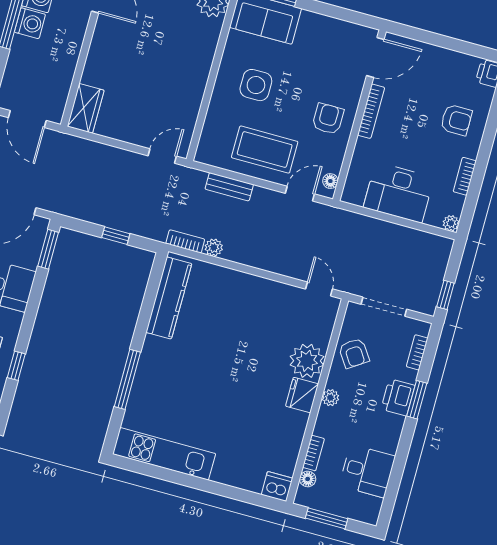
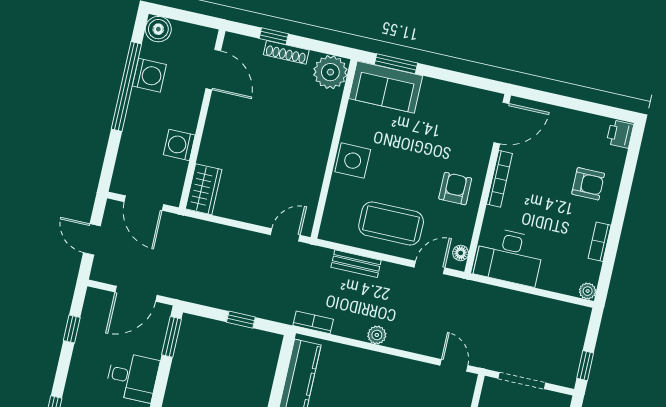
washing machine: (30, 23) -> (179, 145), moved, turned 180
side table: (256, 85) -> (353, 161), moved
desk: (399, 193) -> (509, 257), moved
plant: (214, 247) -> (377, 335), moved

